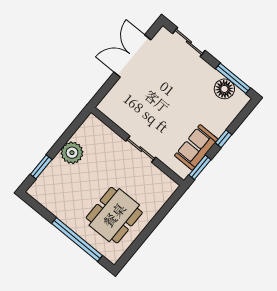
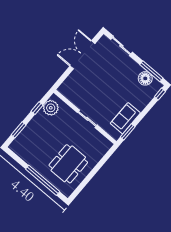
window: (67, 135) -> (37, 108), added
window: (224, 139) -> (160, 94), moved
plant: (72, 153) -> (51, 108), moved

